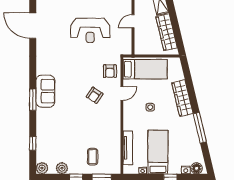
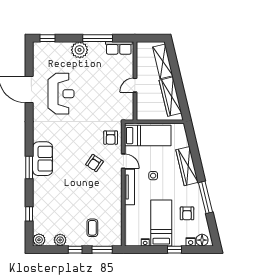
reception desk: (90, 30) -> (61, 94), moved, turned -90
door: (122, 93) -> (123, 161), hinge flipped
armchair: (182, 143) -> (187, 213), added
tv unit: (128, 148) -> (130, 187), moved

